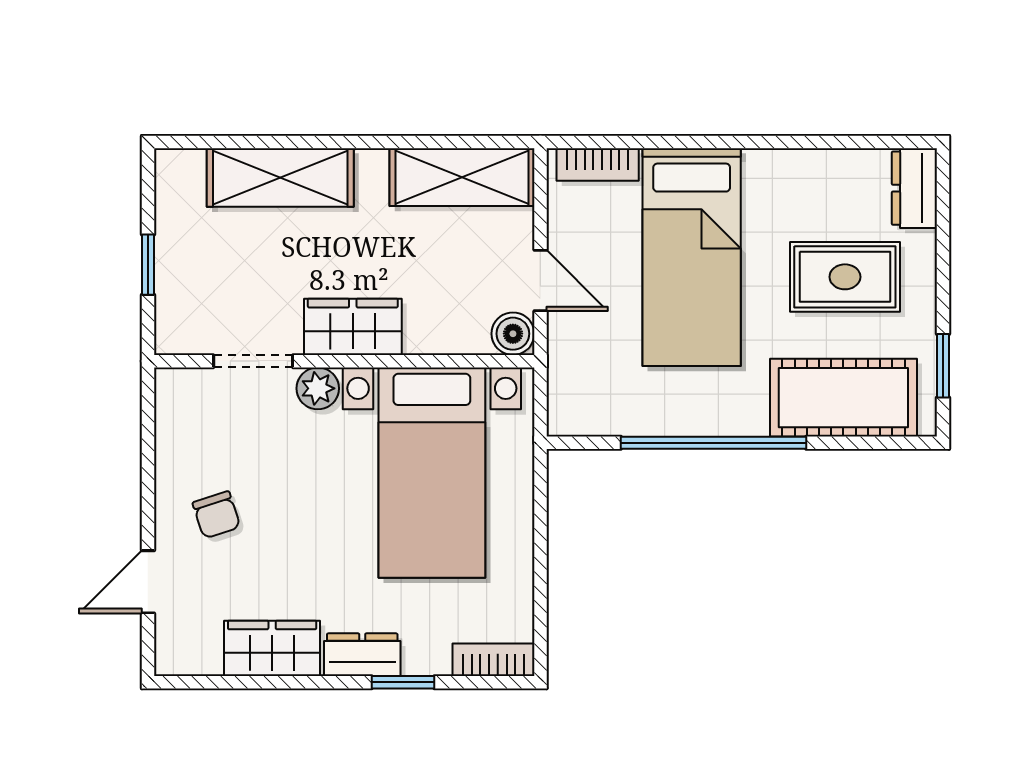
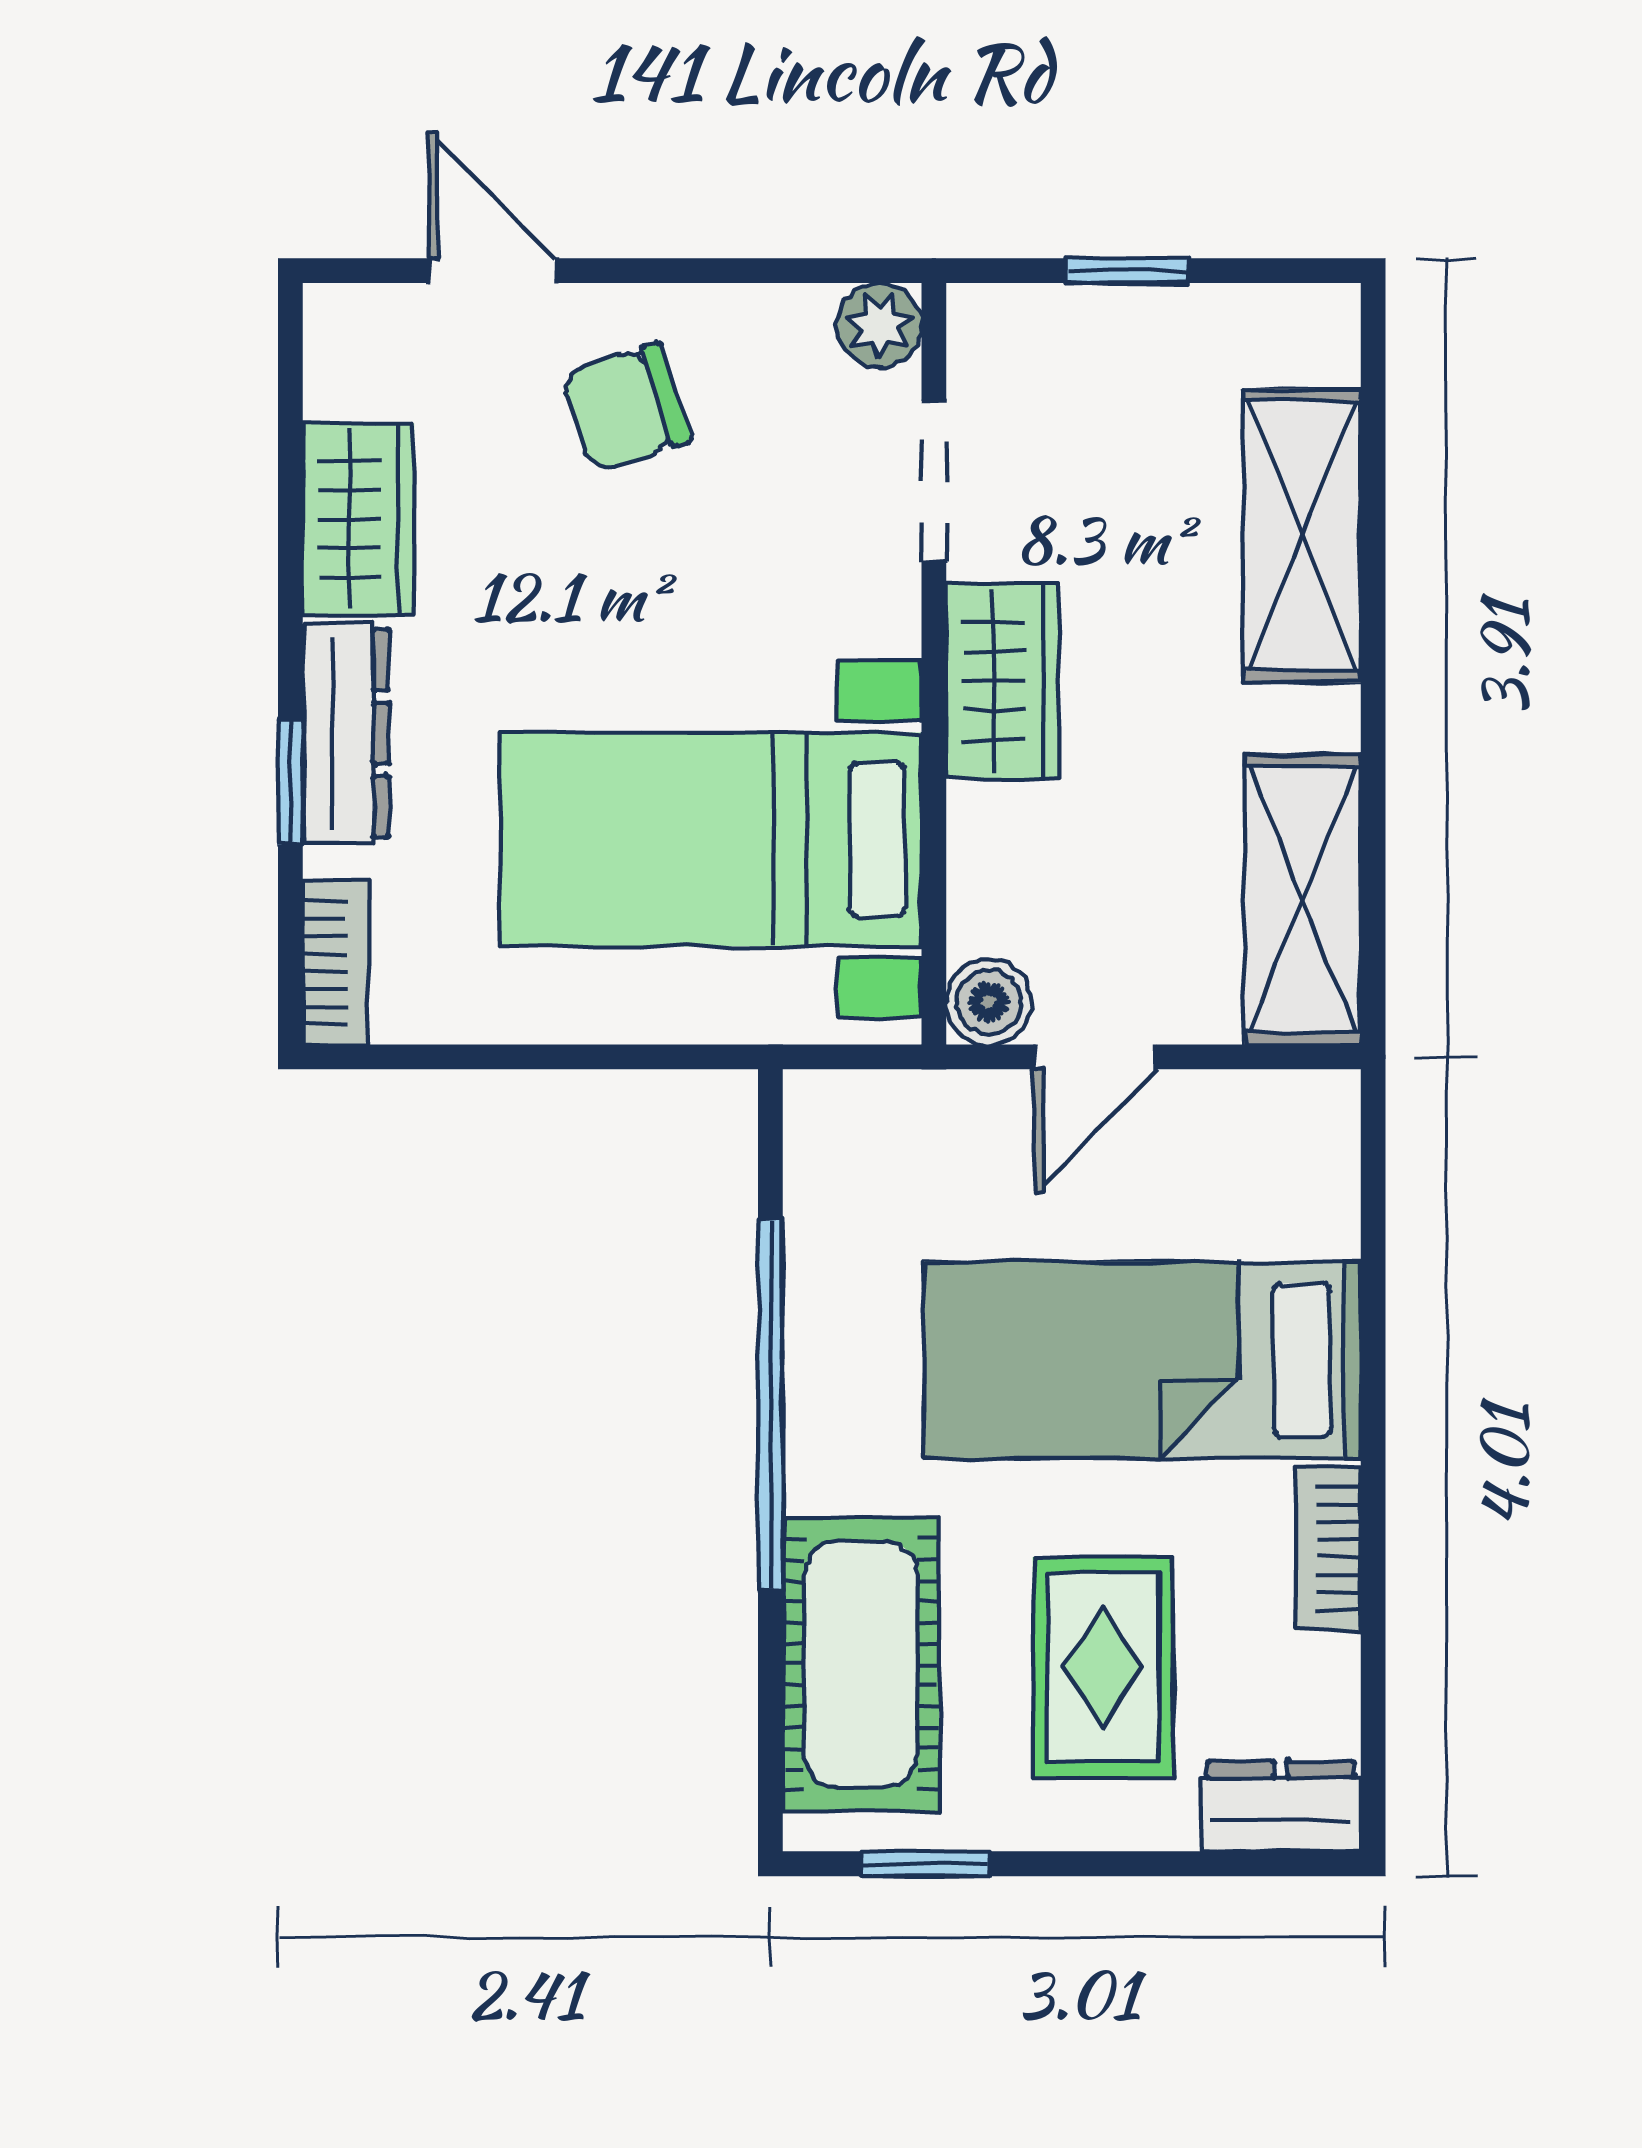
bookcase: (598, 165) -> (1328, 1548), moved
plant: (318, 388) -> (879, 325), moved
chair: (216, 515) -> (626, 408), width x1.37, depth x1.37
dresser: (362, 655) -> (346, 733), width x1.44

